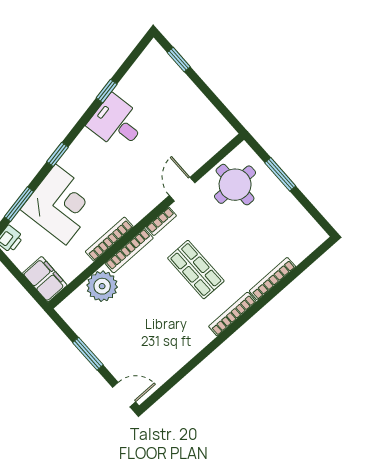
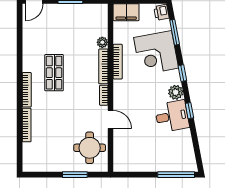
window: (179, 60) -> (176, 175), width x2.17
window: (107, 91) -> (189, 111), moved
plant: (86, 143) -> (176, 92), added
shop shelf: (196, 270) -> (54, 73), moved, turned 90
plant: (102, 286) -> (102, 42), width x0.53, depth x0.53

